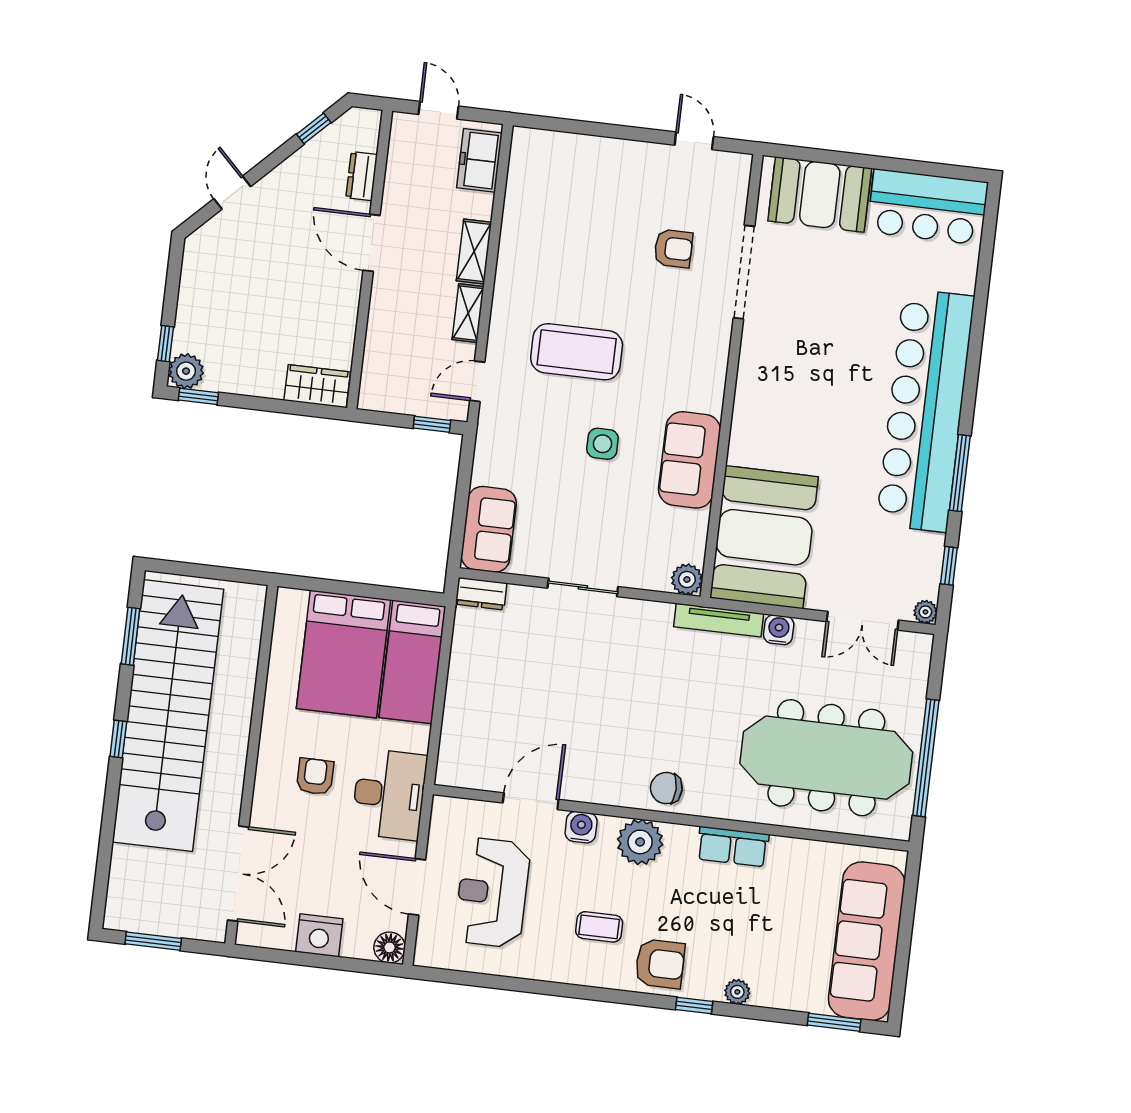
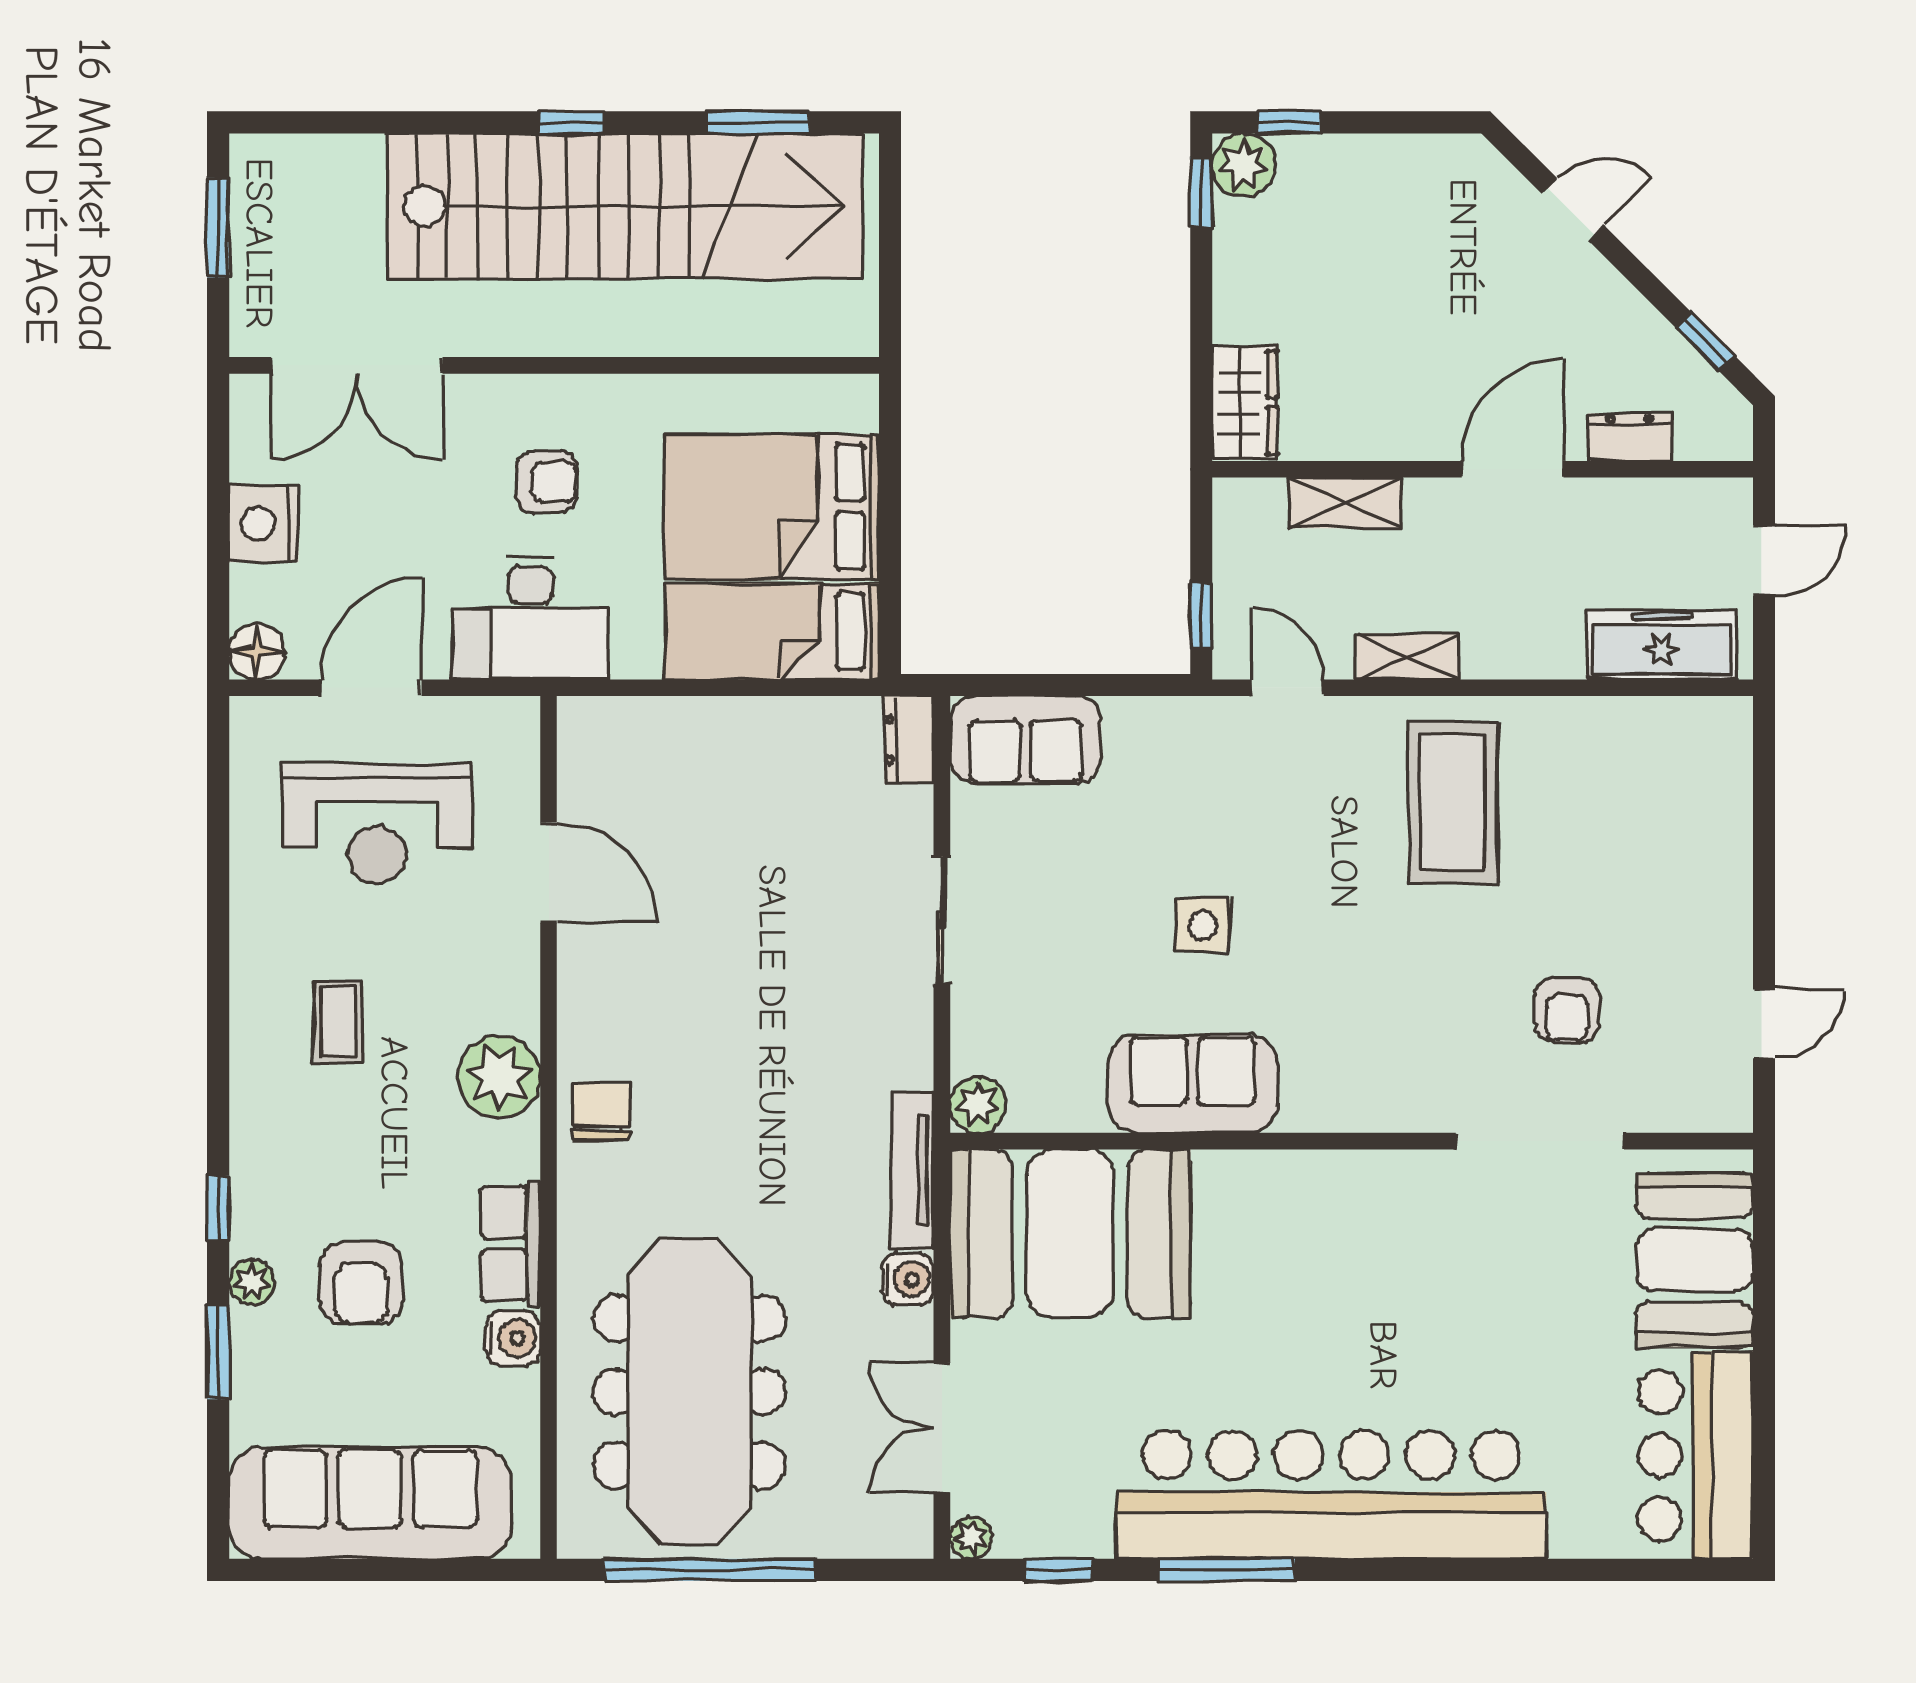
freezer: (479, 160) -> (1662, 644), width x1.40
shelving: (474, 251) -> (1345, 503), moved
coffee table: (577, 352) -> (1453, 802), moved
water cooler: (581, 827) -> (513, 1338), moved
reception desk: (492, 893) -> (377, 824), turned 180
armchair: (660, 964) -> (361, 1283), moved
window: (834, 1022) -> (218, 1352), moved

